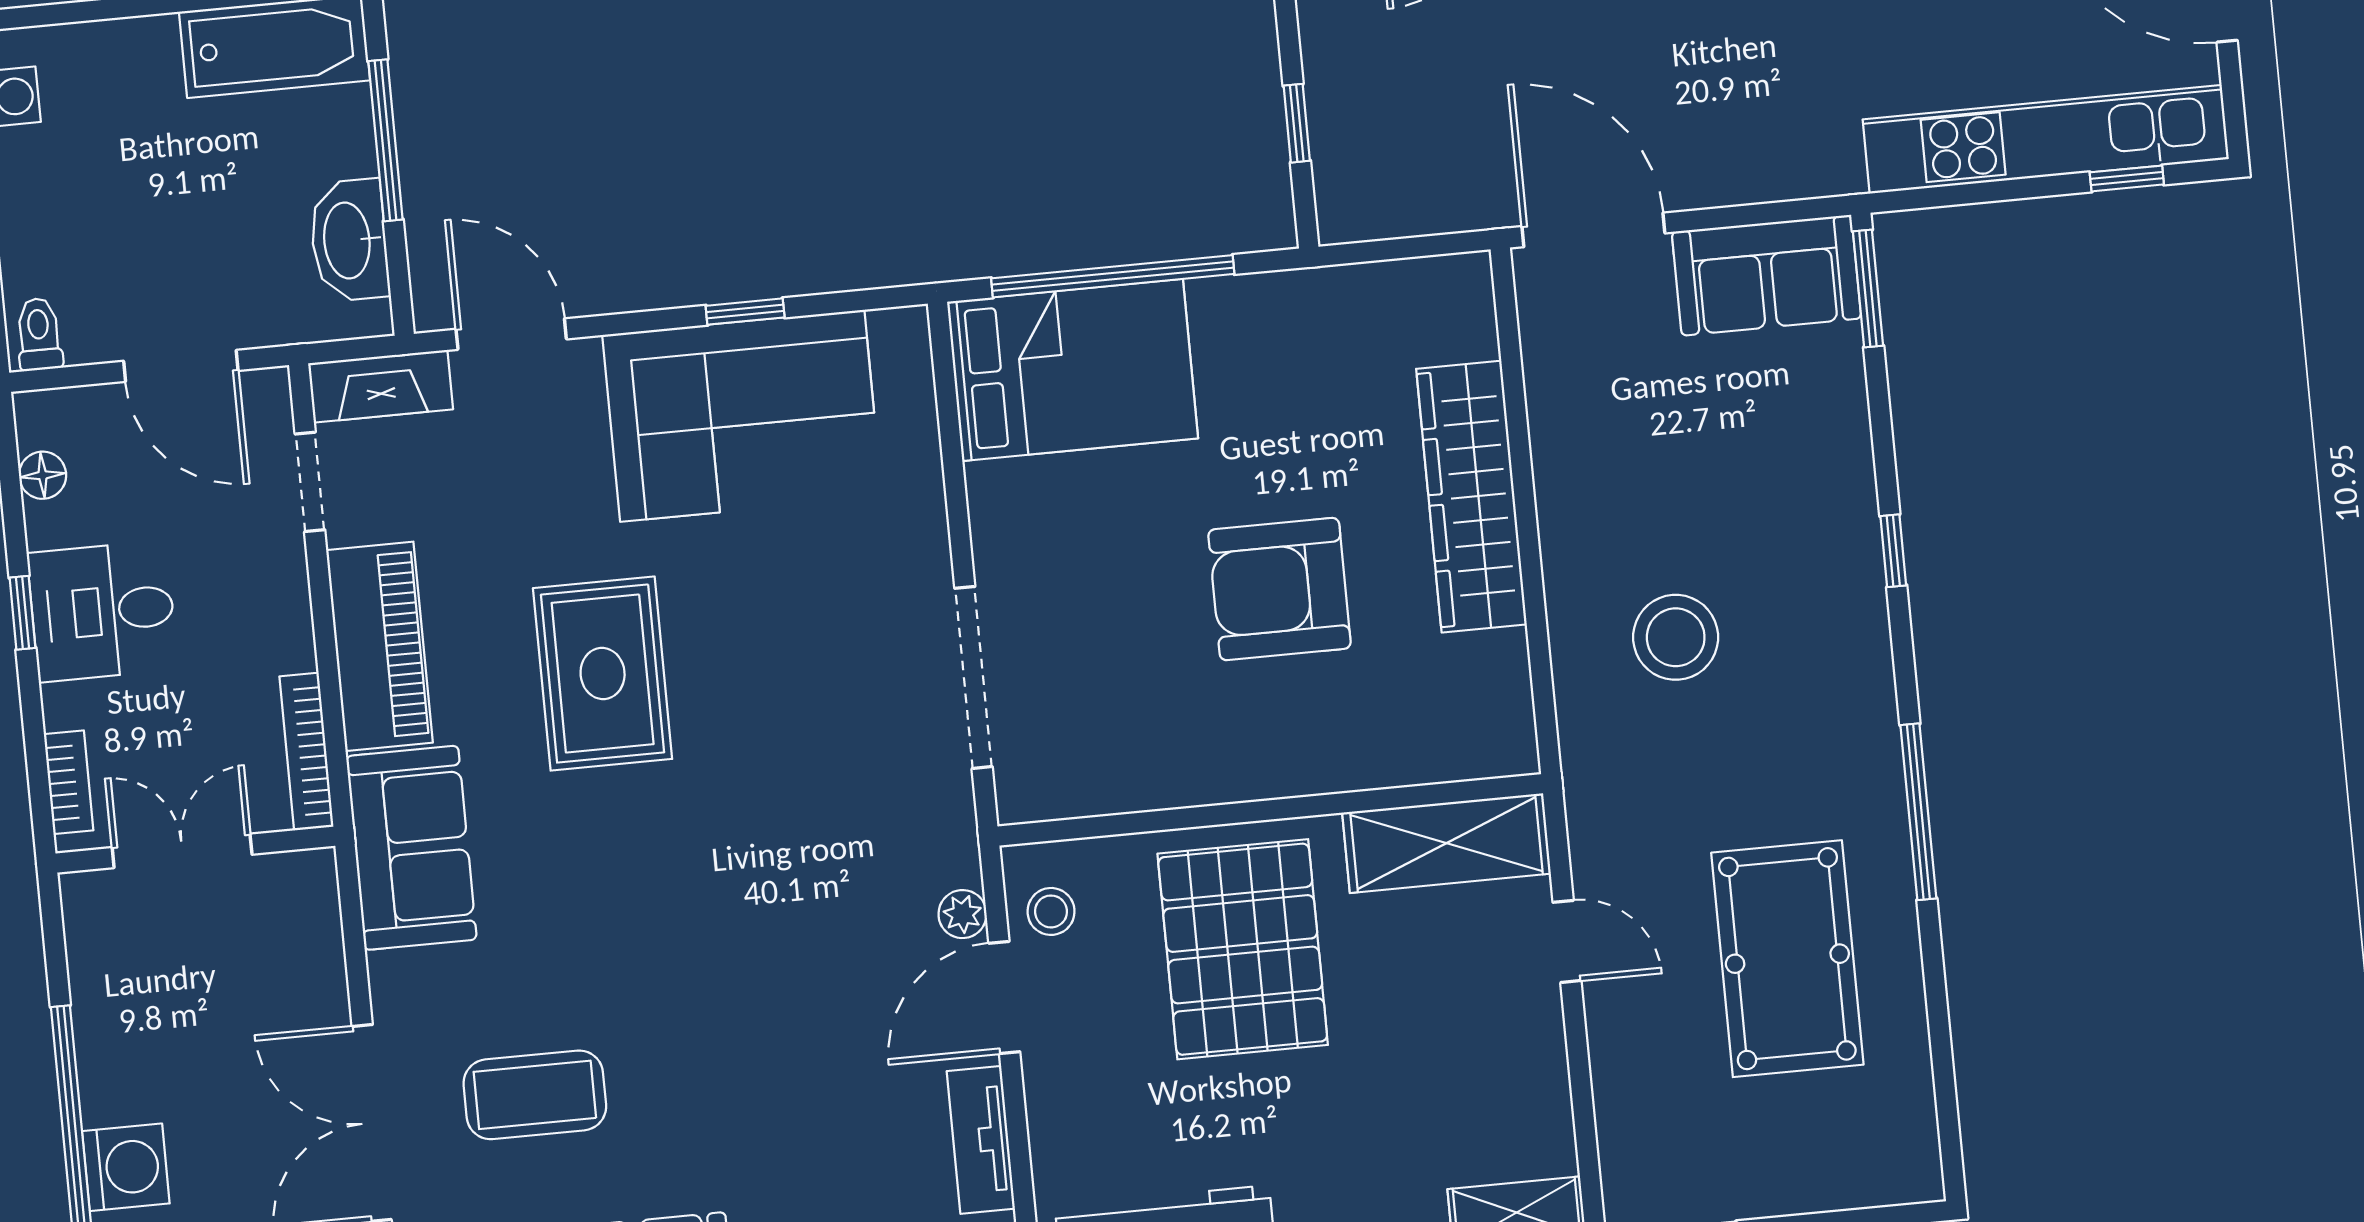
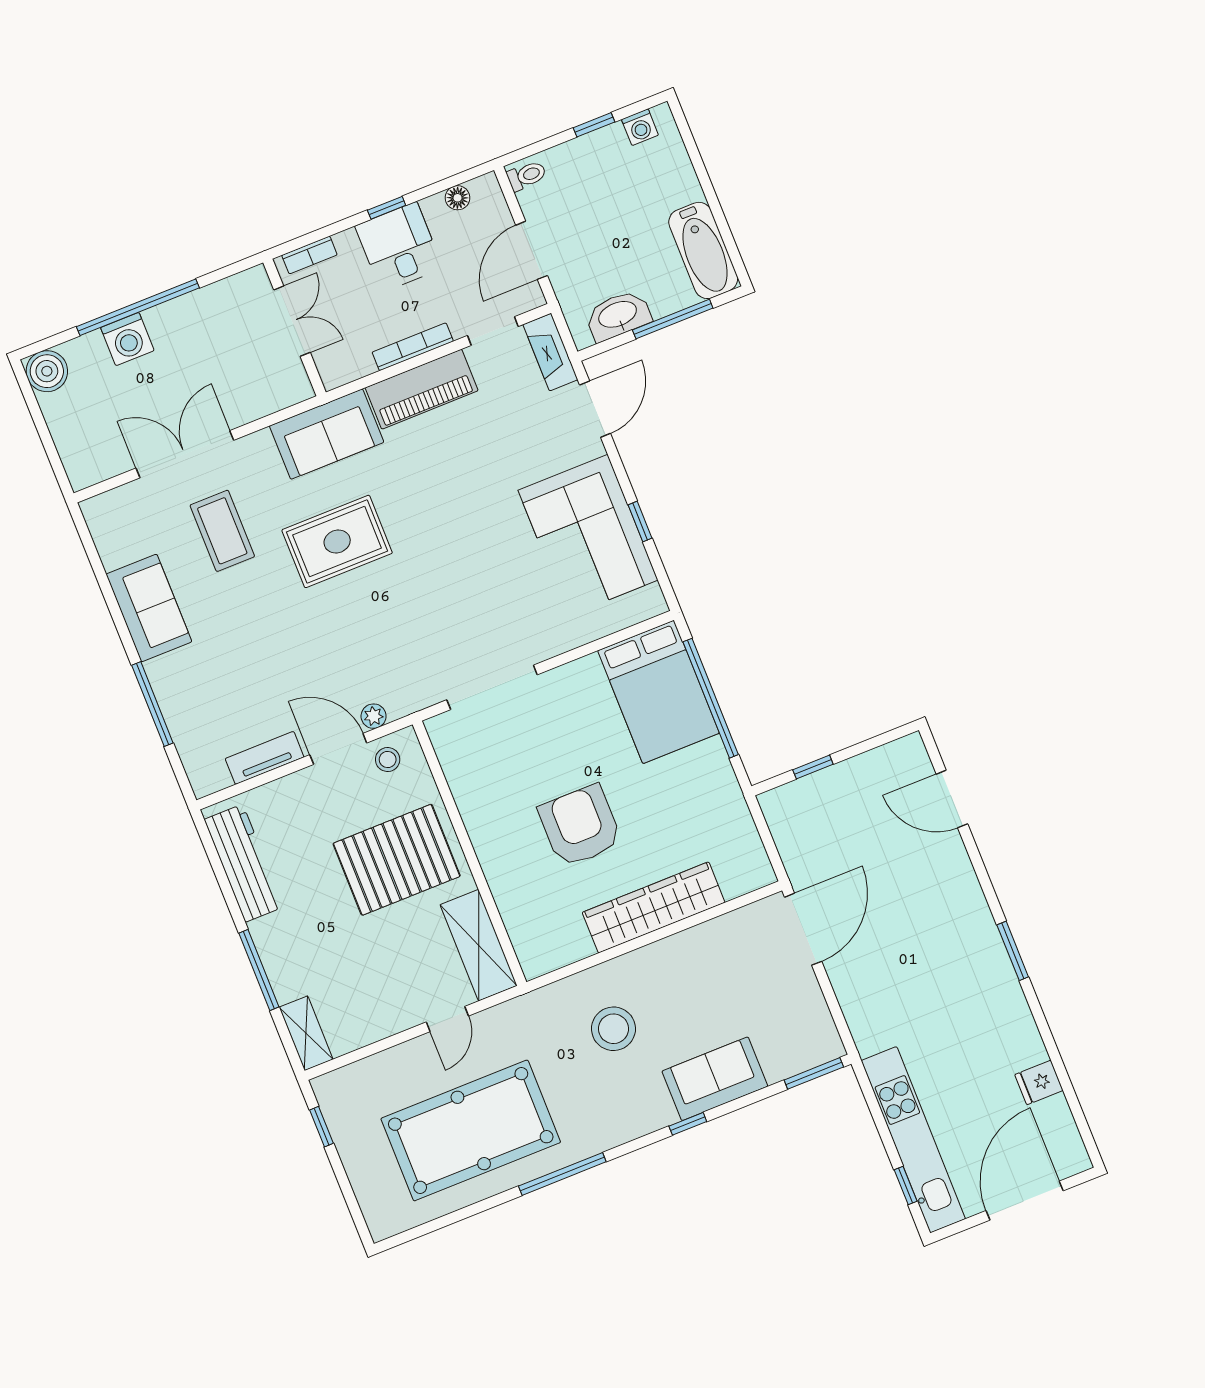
sofa: (1766, 275) -> (715, 1079), moved, turned 90
rug: (603, 674) -> (337, 541), moved
bookcase: (306, 752) -> (413, 347), moved
pool table: (1787, 959) -> (471, 1130), width x1.36, depth x1.32

